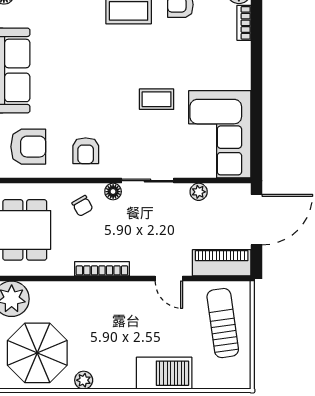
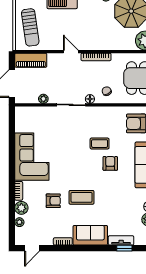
coffee table: (157, 99) -> (100, 144), moved
corner sofa: (220, 134) -> (32, 157), moved
armchair: (86, 151) -> (110, 163), moved
door: (169, 278) -> (71, 52), moved

